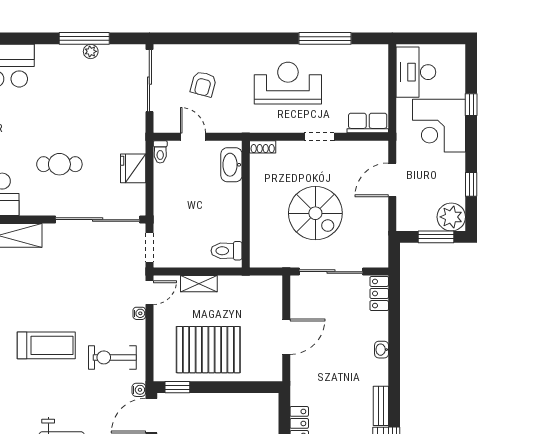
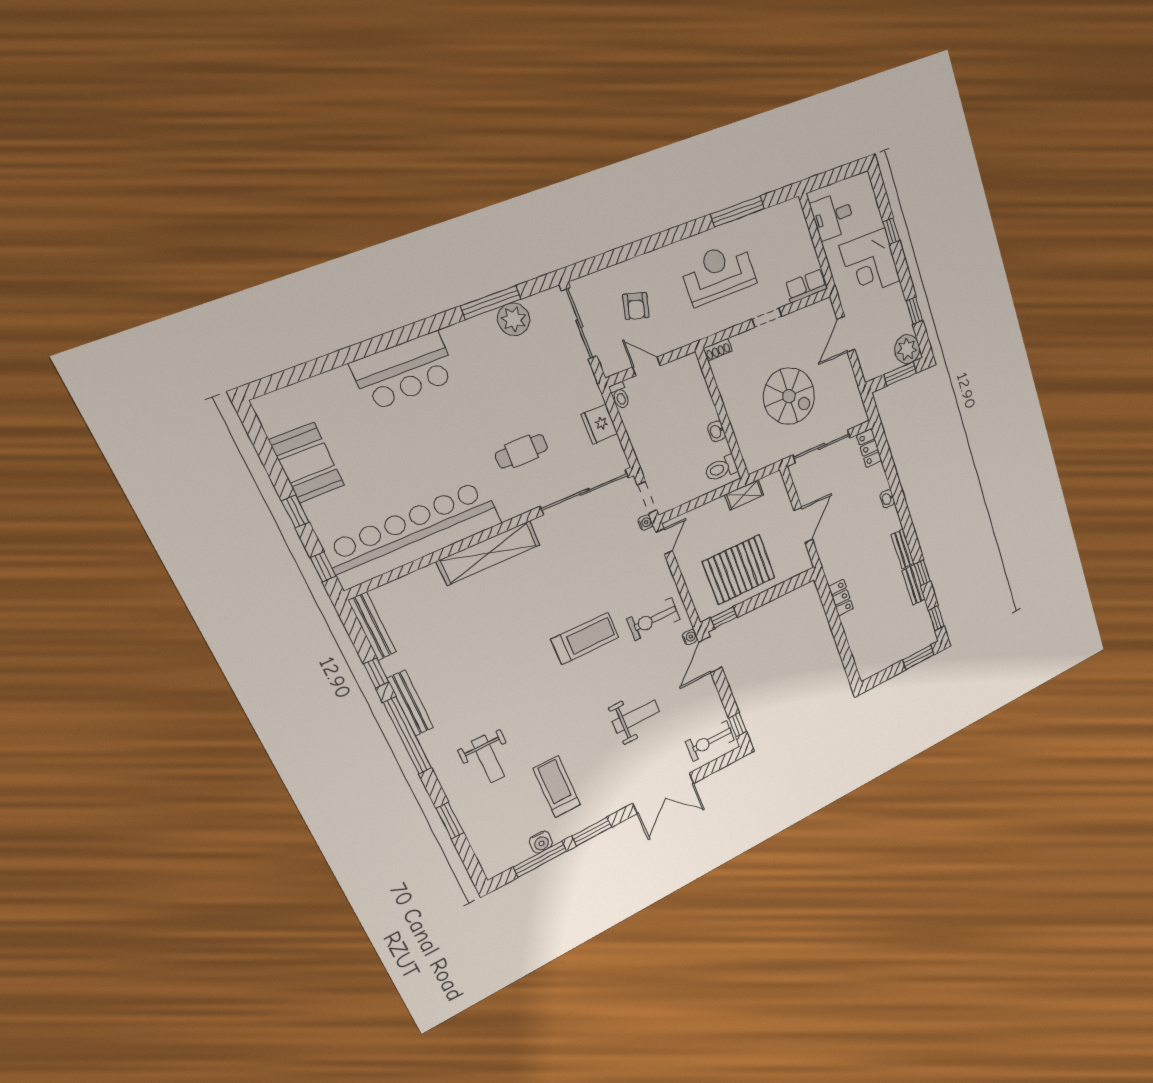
plant: (91, 51) -> (514, 319), width x1.88, depth x1.88
desk: (416, 72) -> (833, 216), width x0.73
washbasin: (231, 165) -> (717, 431), moved, width x0.52, depth x0.69
shelving: (199, 284) -> (744, 495), moved
water cooler: (139, 313) -> (645, 523), moved

